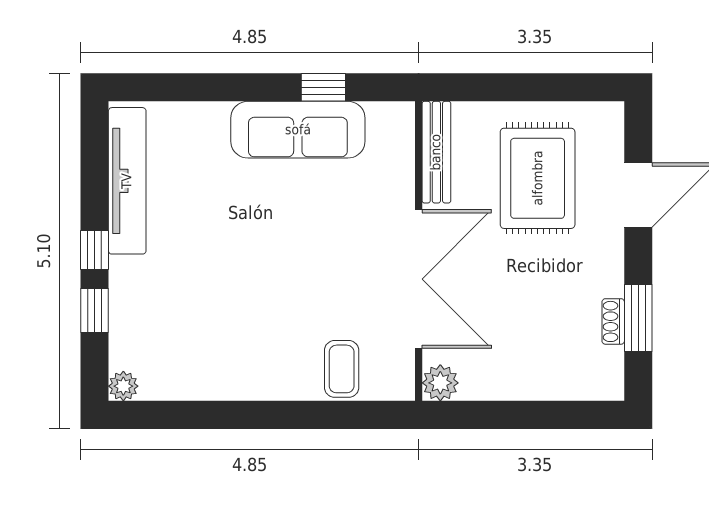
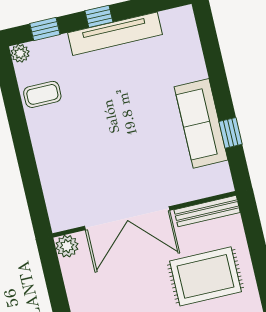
tv unit: (127, 181) -> (115, 34), moved
window: (94, 311) -> (45, 29), moved
coffee table: (342, 369) -> (42, 94), moved

